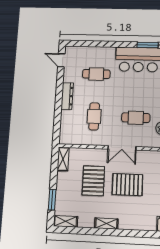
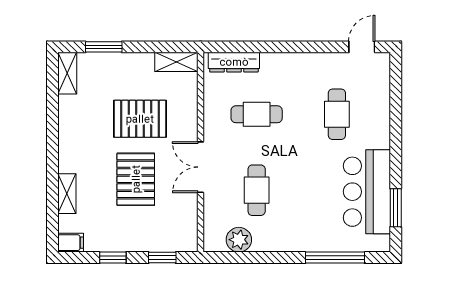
dresser: (67, 96) -> (234, 62), moved
shelving: (106, 224) -> (67, 194), moved

